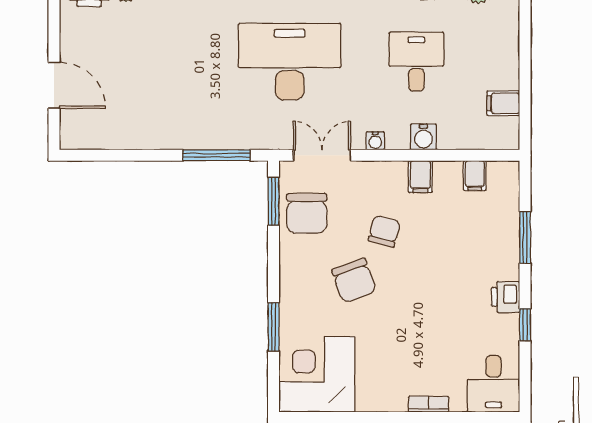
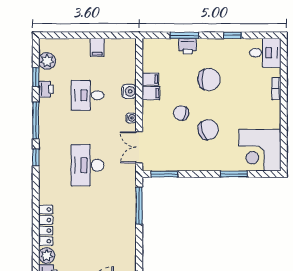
desk: (290, 62) -> (87, 165), width x0.73, depth x0.77
filing cabinet: (503, 103) -> (97, 47), moved
filing cabinet: (475, 176) -> (150, 79), moved
chair: (307, 213) -> (209, 79), moved
printer: (506, 297) -> (188, 46), moved

